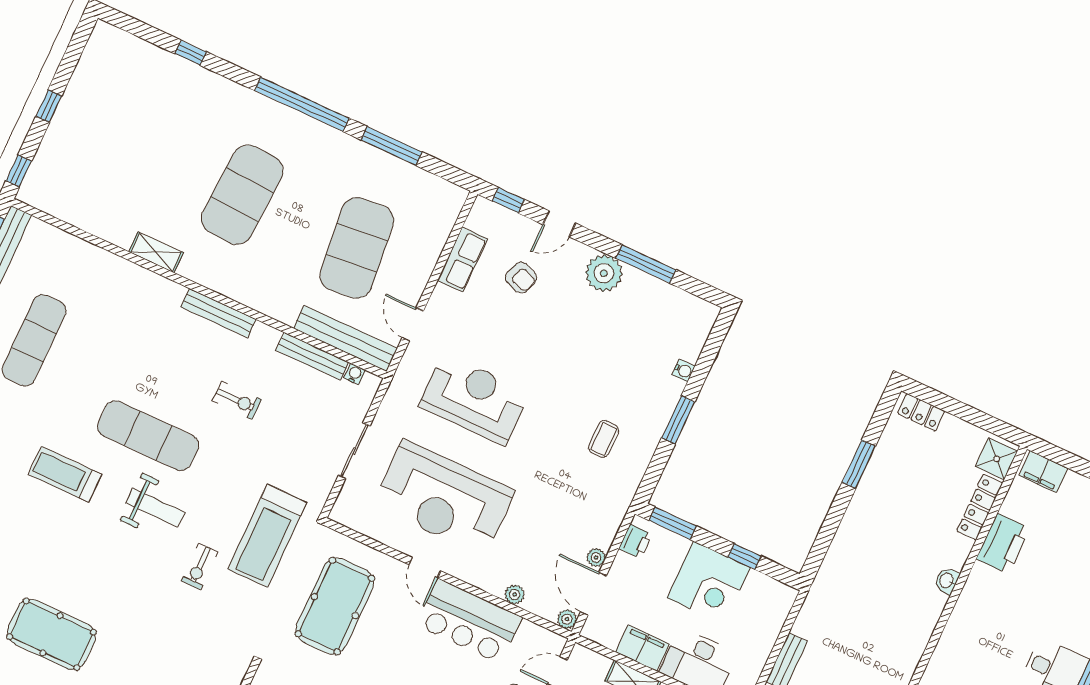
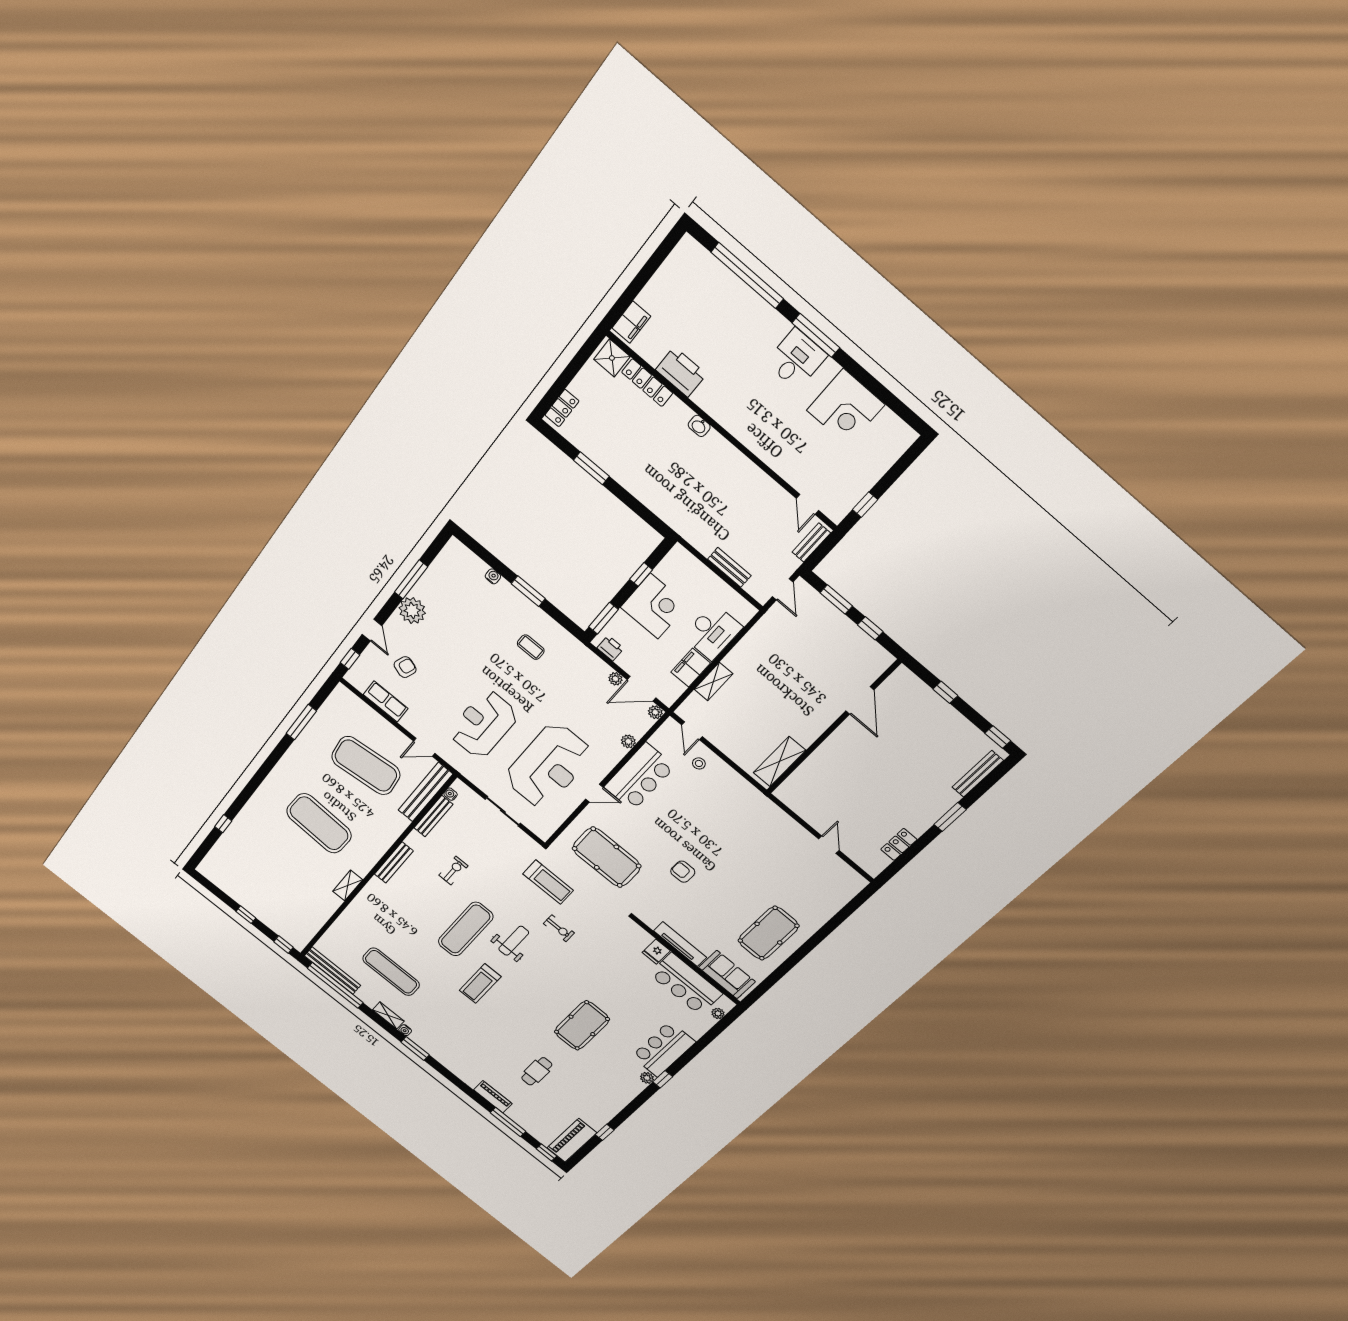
window: (302, 104) -> (266, 769), removed
treadmill: (267, 536) -> (548, 882), width x0.73, depth x0.73

